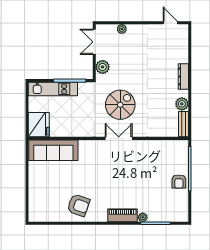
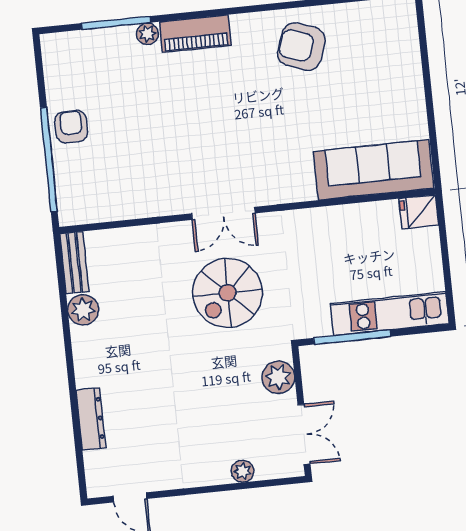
dresser: (183, 76) -> (91, 419), moved
fridge: (39, 125) -> (419, 212), width x0.53, depth x0.75

